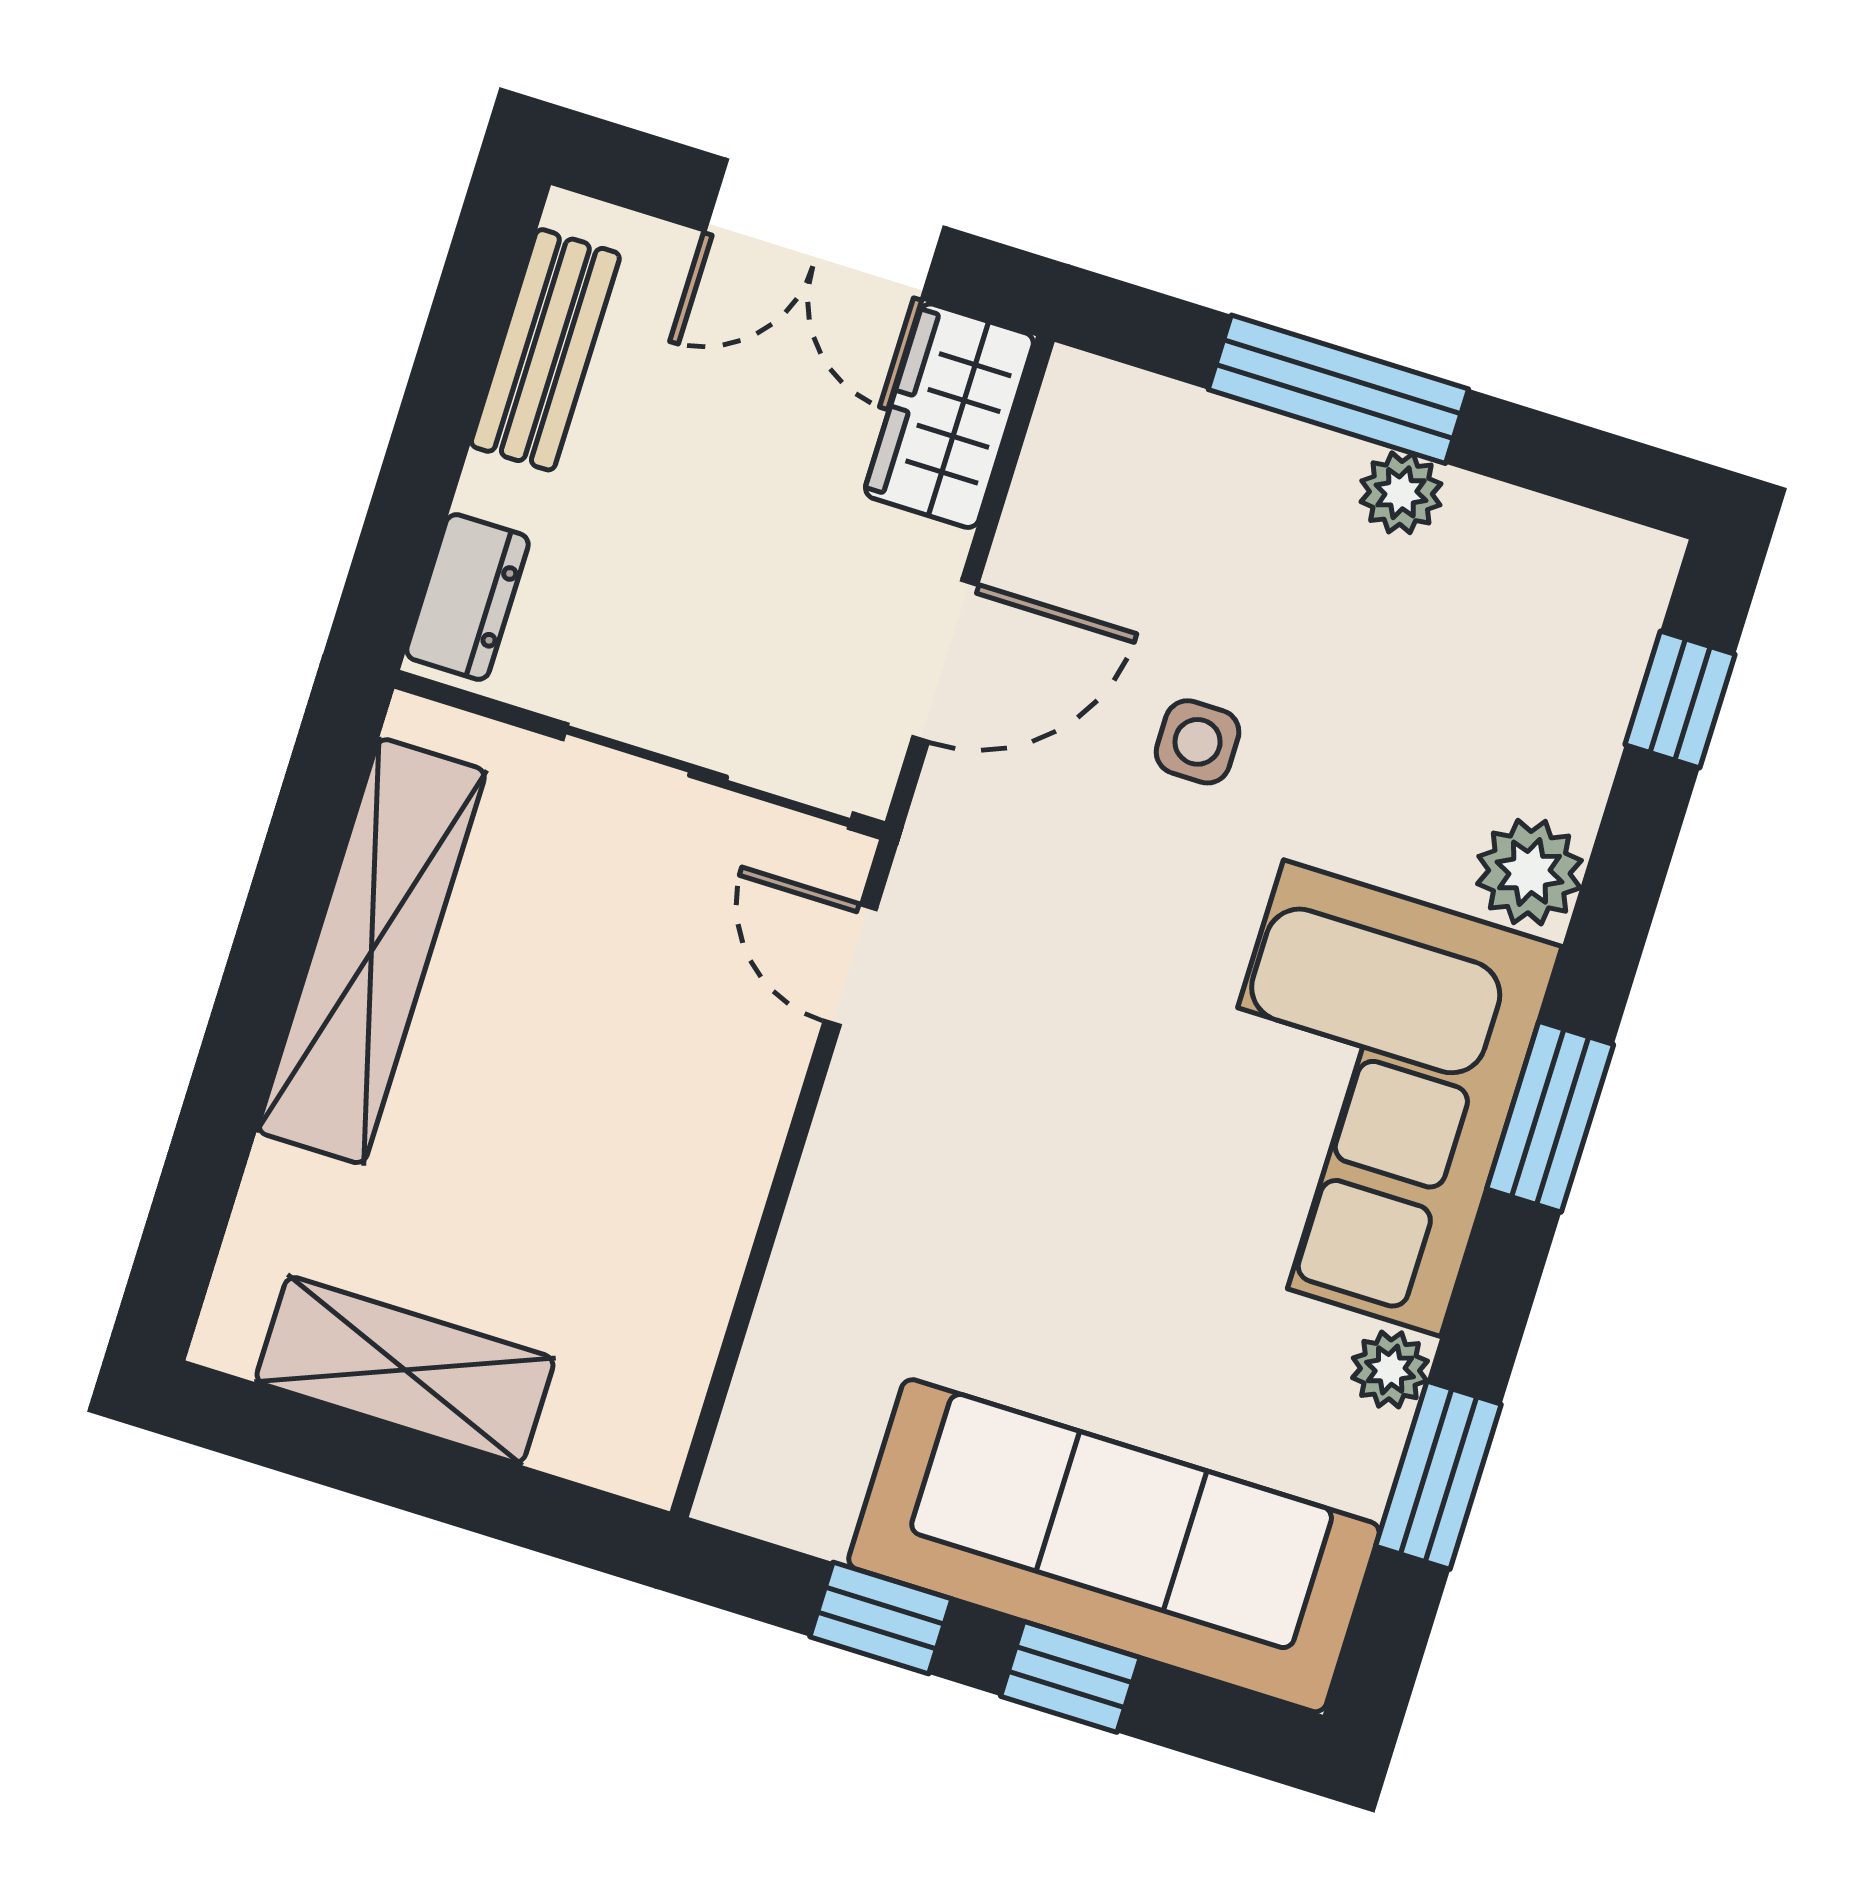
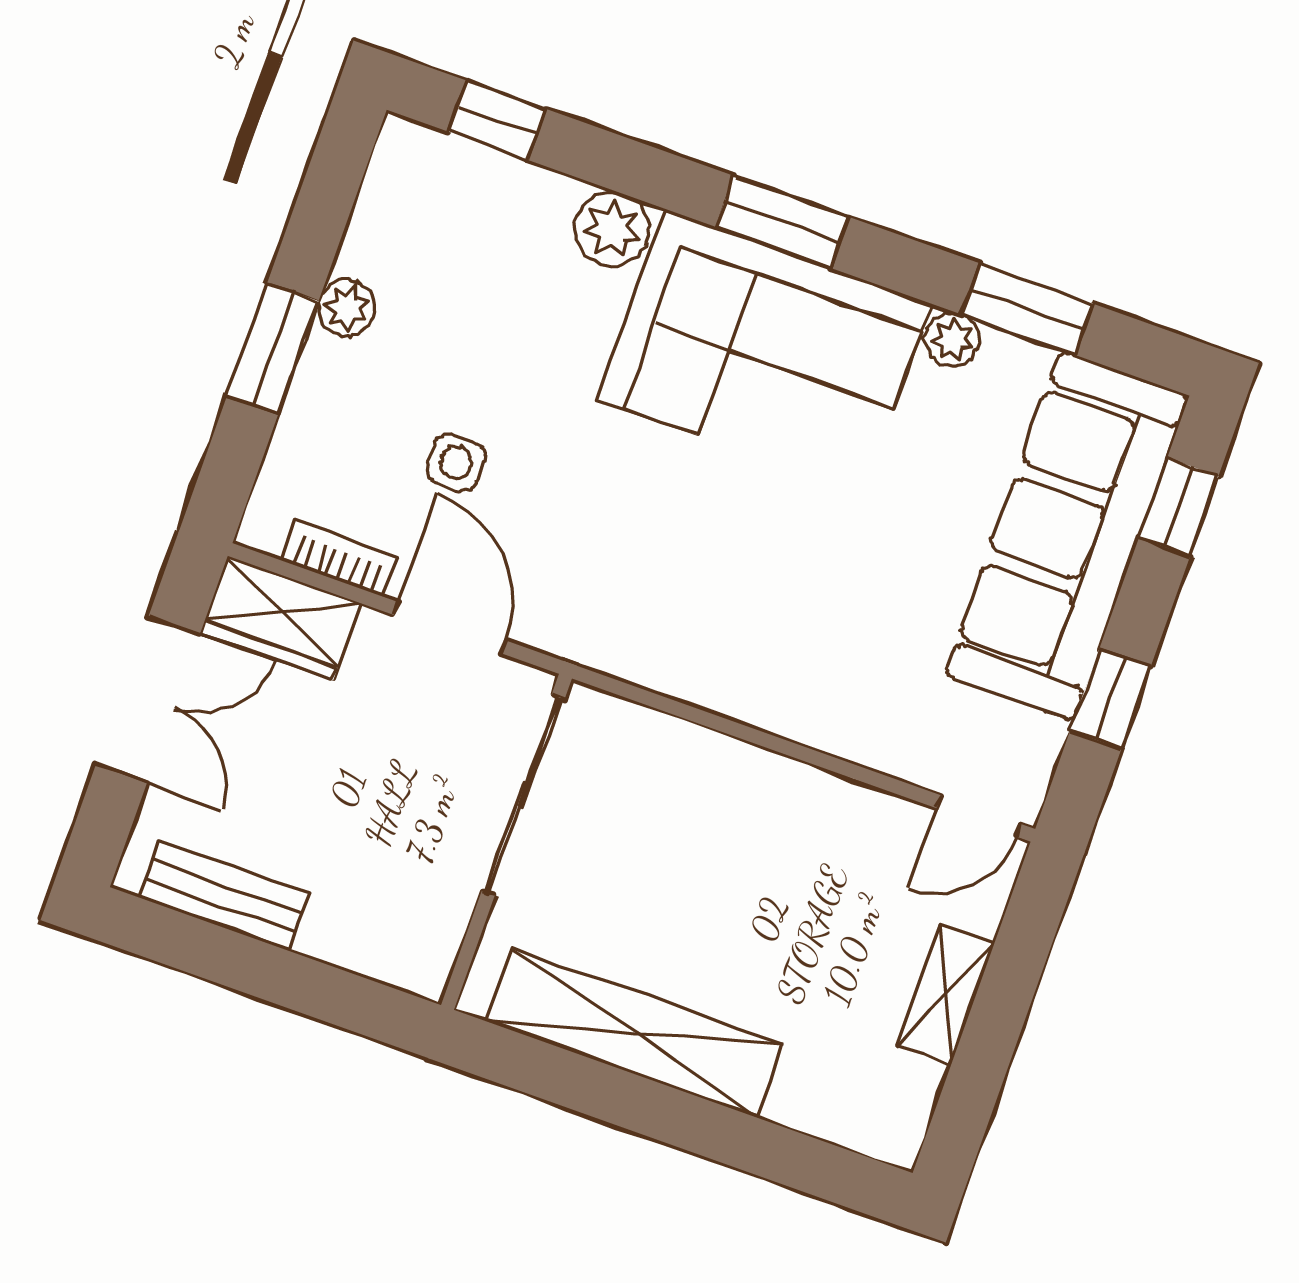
window: (1338, 389) -> (273, 348), width x0.69
bookcase: (1039, 497) -> (339, 558), added
dresser: (467, 597) -> (392, 956), removed
side table: (1198, 742) -> (456, 463), moved
door: (850, 965) -> (979, 816), moved
shelving: (405, 1370) -> (946, 994), width x0.67, depth x0.75
window: (1070, 1677) -> (1179, 507), moved

